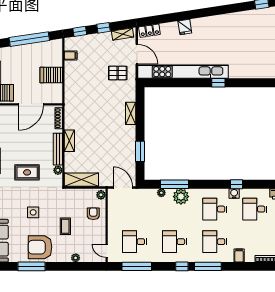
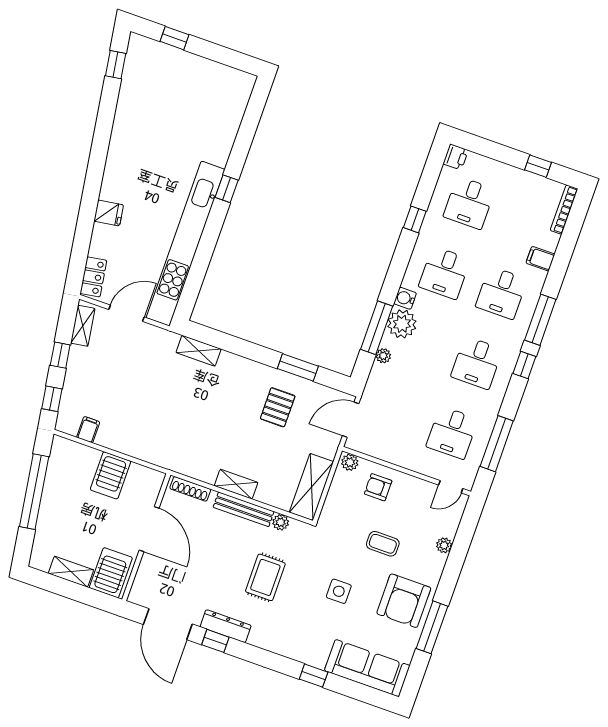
pallet: (118, 73) -> (278, 407), moved
shelving: (131, 113) -> (199, 351), moved
water cooler: (234, 194) -> (405, 298), moved

